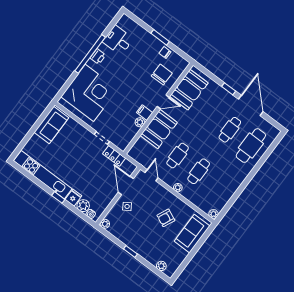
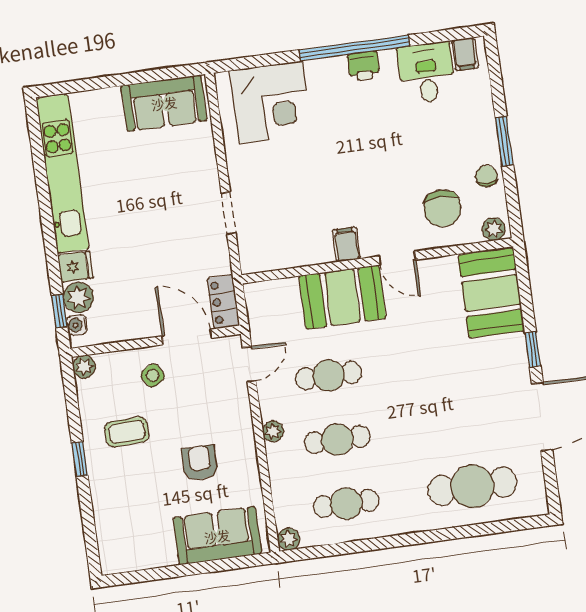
filing cabinet: (124, 24) -> (465, 54), added
chair: (162, 75) -> (442, 208), turned 90
booth: (189, 90) -> (491, 293), moved, turned 90
corner desk: (89, 93) -> (270, 102), width x0.74, depth x0.74
plant: (140, 122) -> (494, 229), moved
cafe table: (230, 130) -> (346, 504), moved
locker: (114, 156) -> (223, 302), moved
door: (126, 185) -> (187, 337), hinge flipped
window: (58, 197) -> (59, 311), moved
armchair: (166, 218) -> (200, 463), turned 66
coffee table: (136, 230) -> (127, 432), added
plant: (161, 266) -> (108, 538), removed

